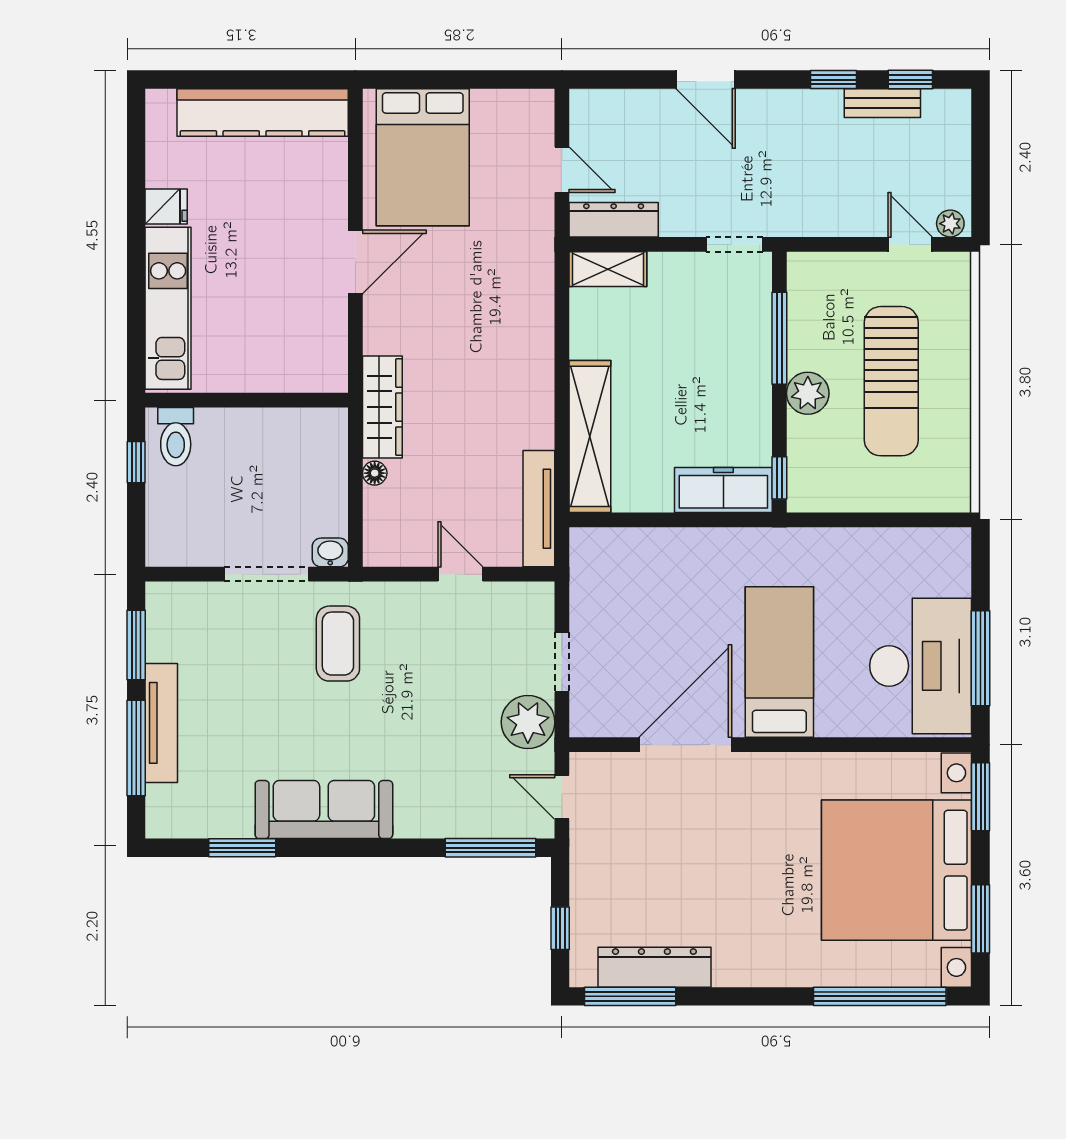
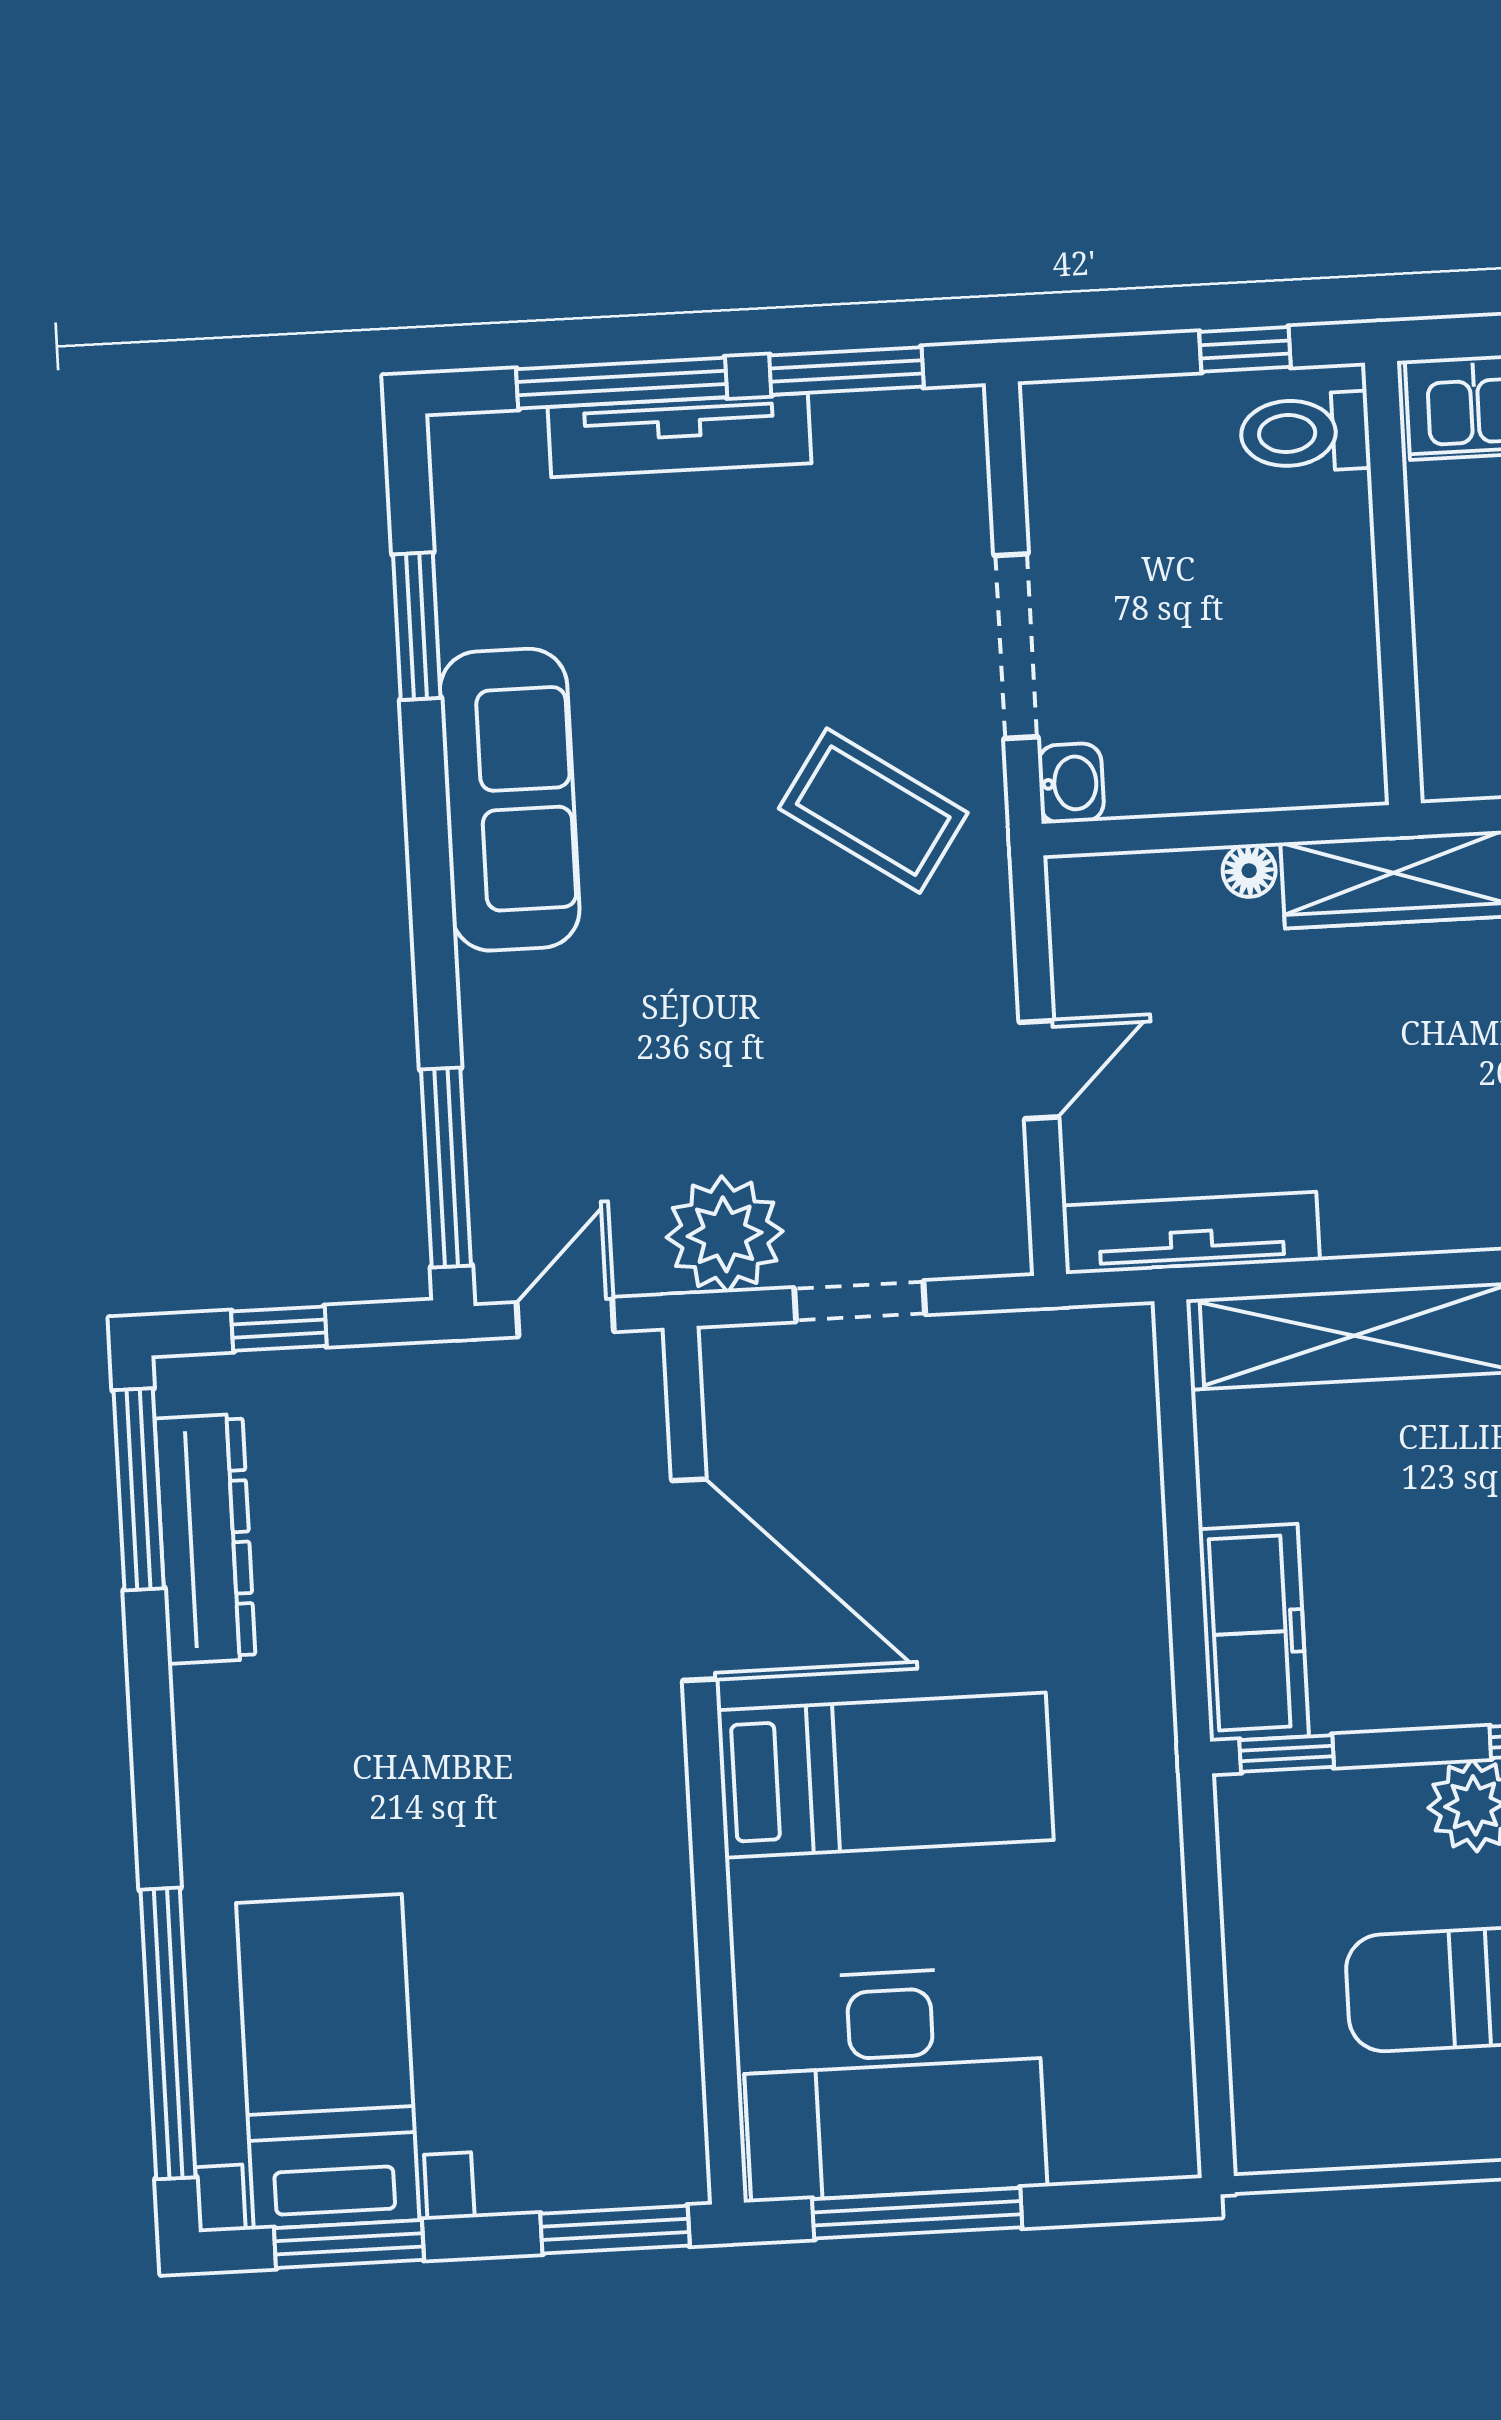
coffee table: (338, 644) -> (873, 811), turned 34
bed with nightstands: (897, 870) -> (328, 2062), width x0.54

